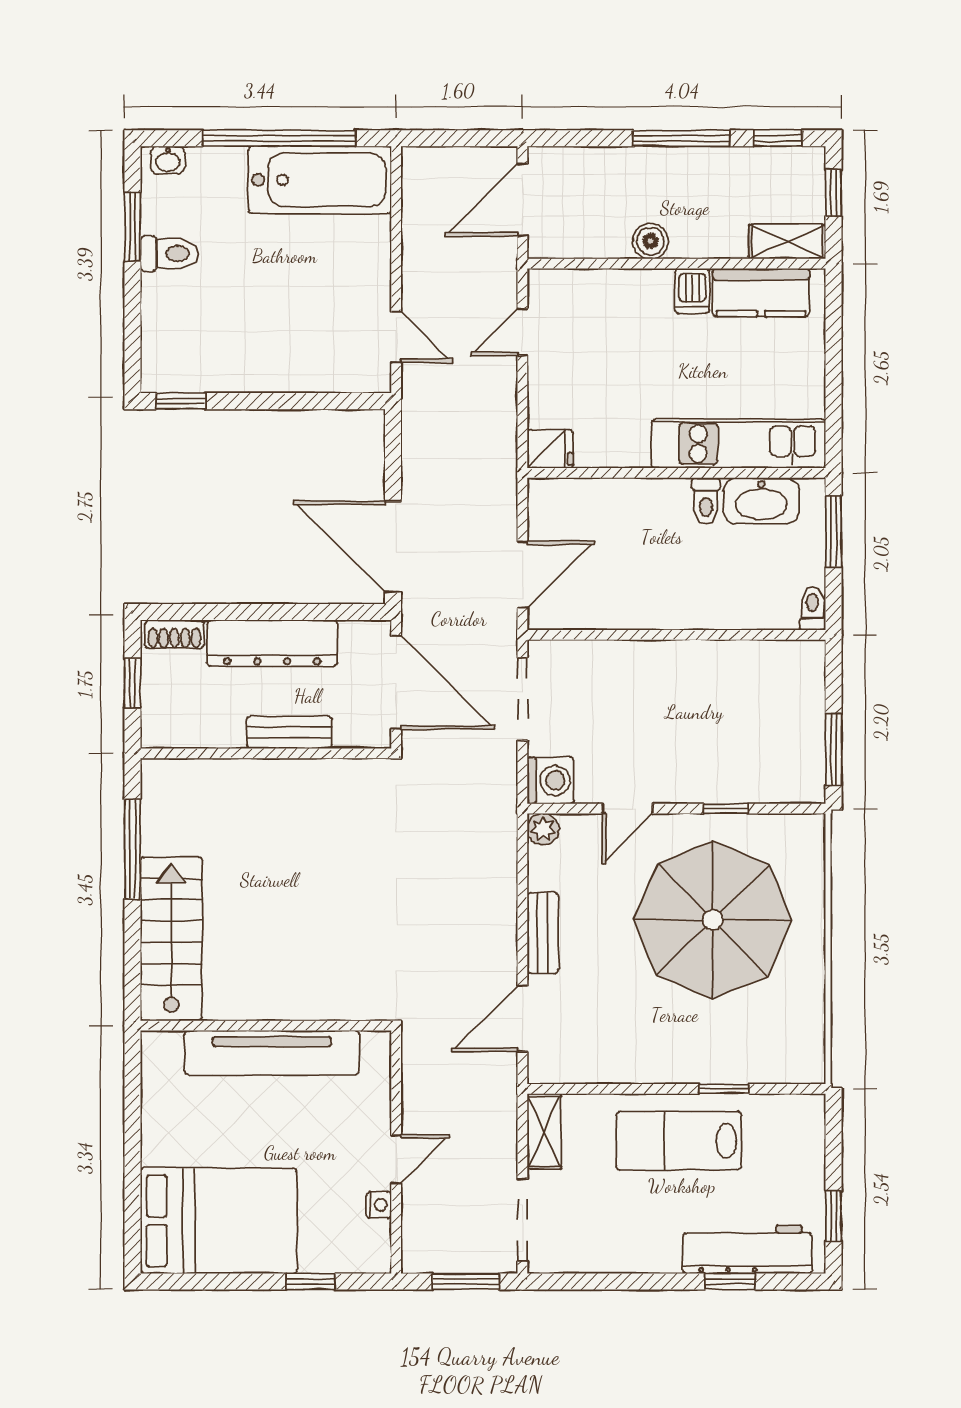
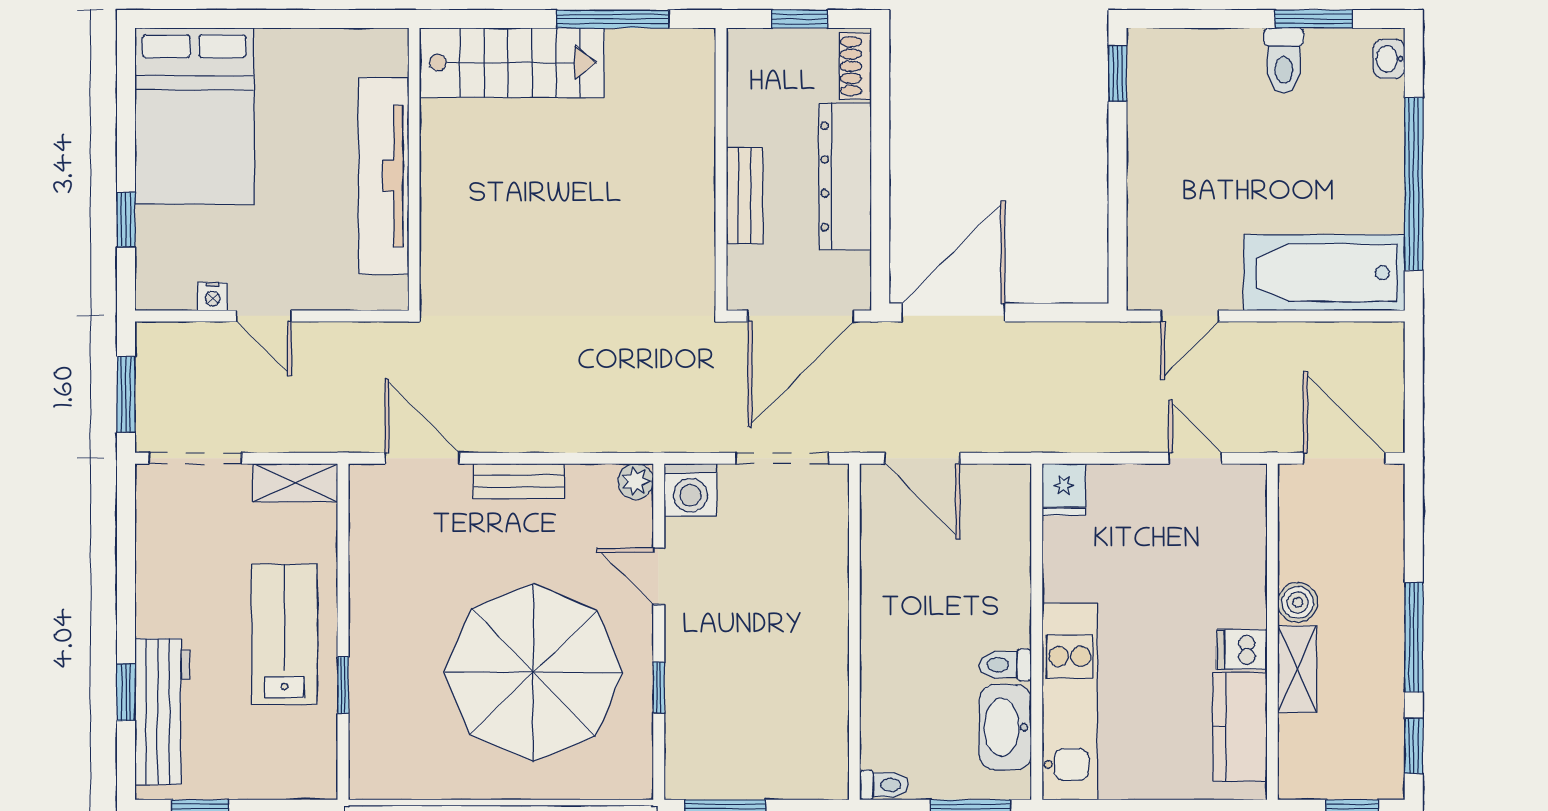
bathtub: (320, 180) -> (1324, 273), moved, turned 90
shelving: (787, 242) -> (1297, 669), moved

